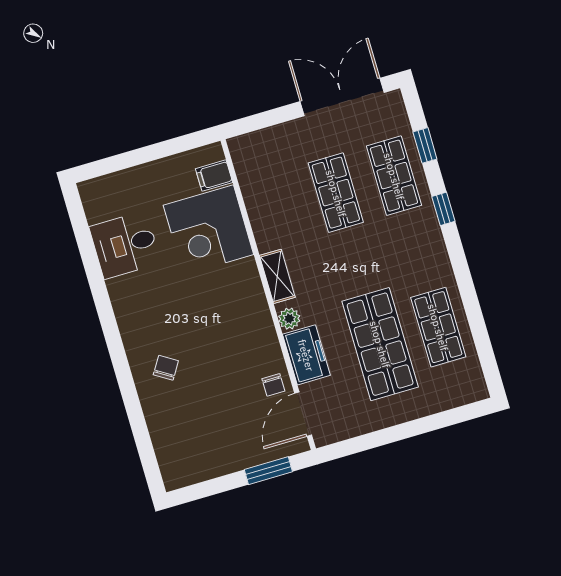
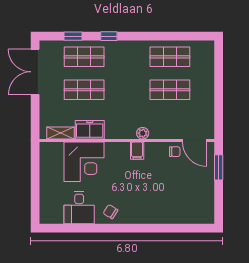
filing cabinet: (214, 176) -> (137, 151), moved
shelving: (277, 276) -> (61, 133), moved
shop shelf: (380, 344) -> (170, 90), width x0.70, depth x0.74
freezer: (306, 355) -> (90, 130), moved
chair: (166, 368) -> (110, 212), moved

